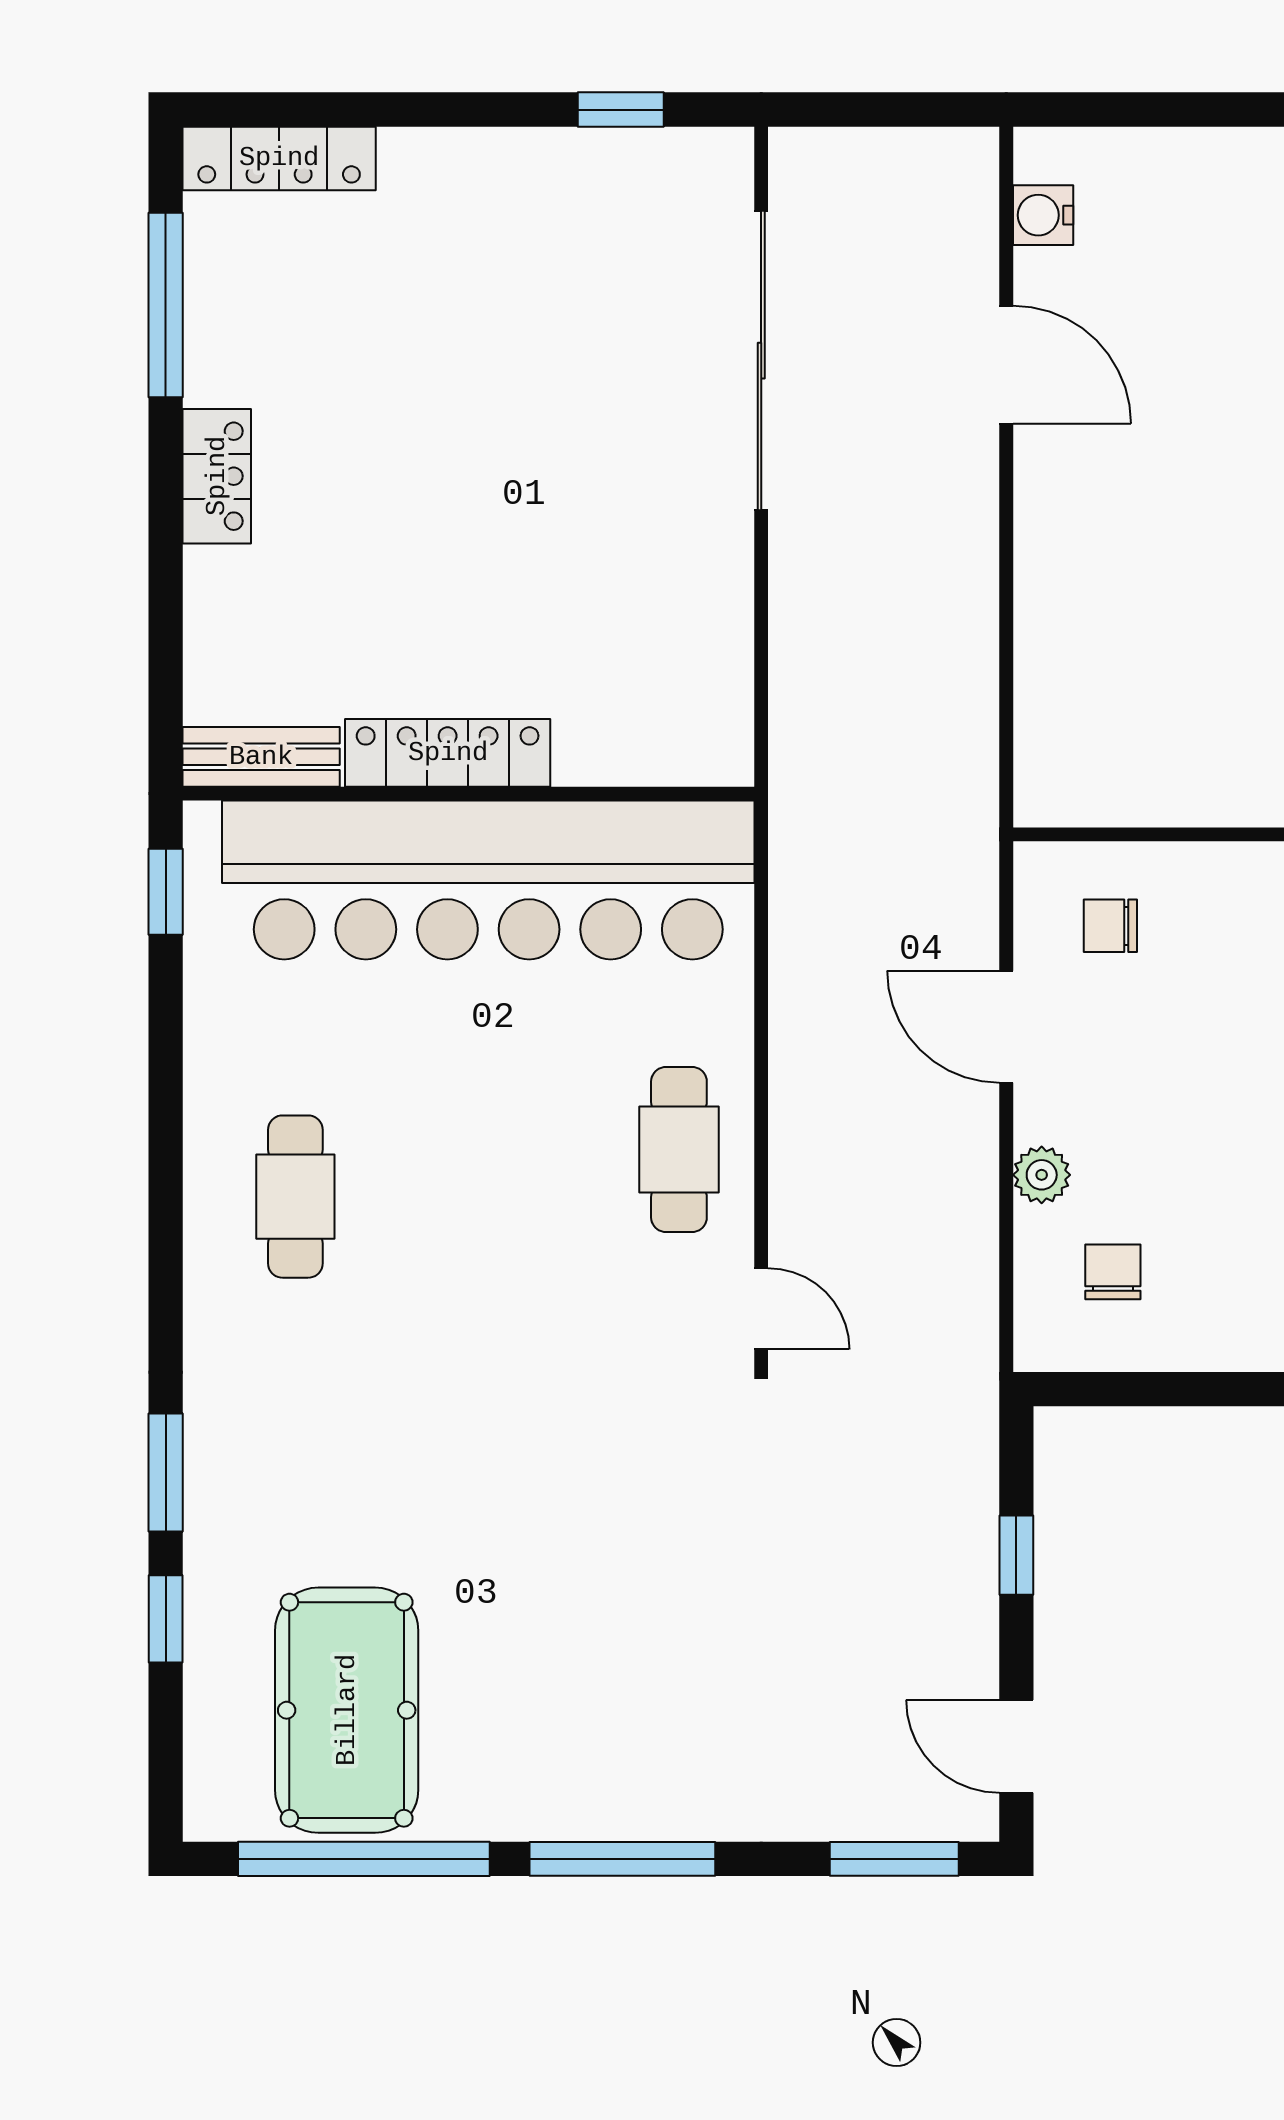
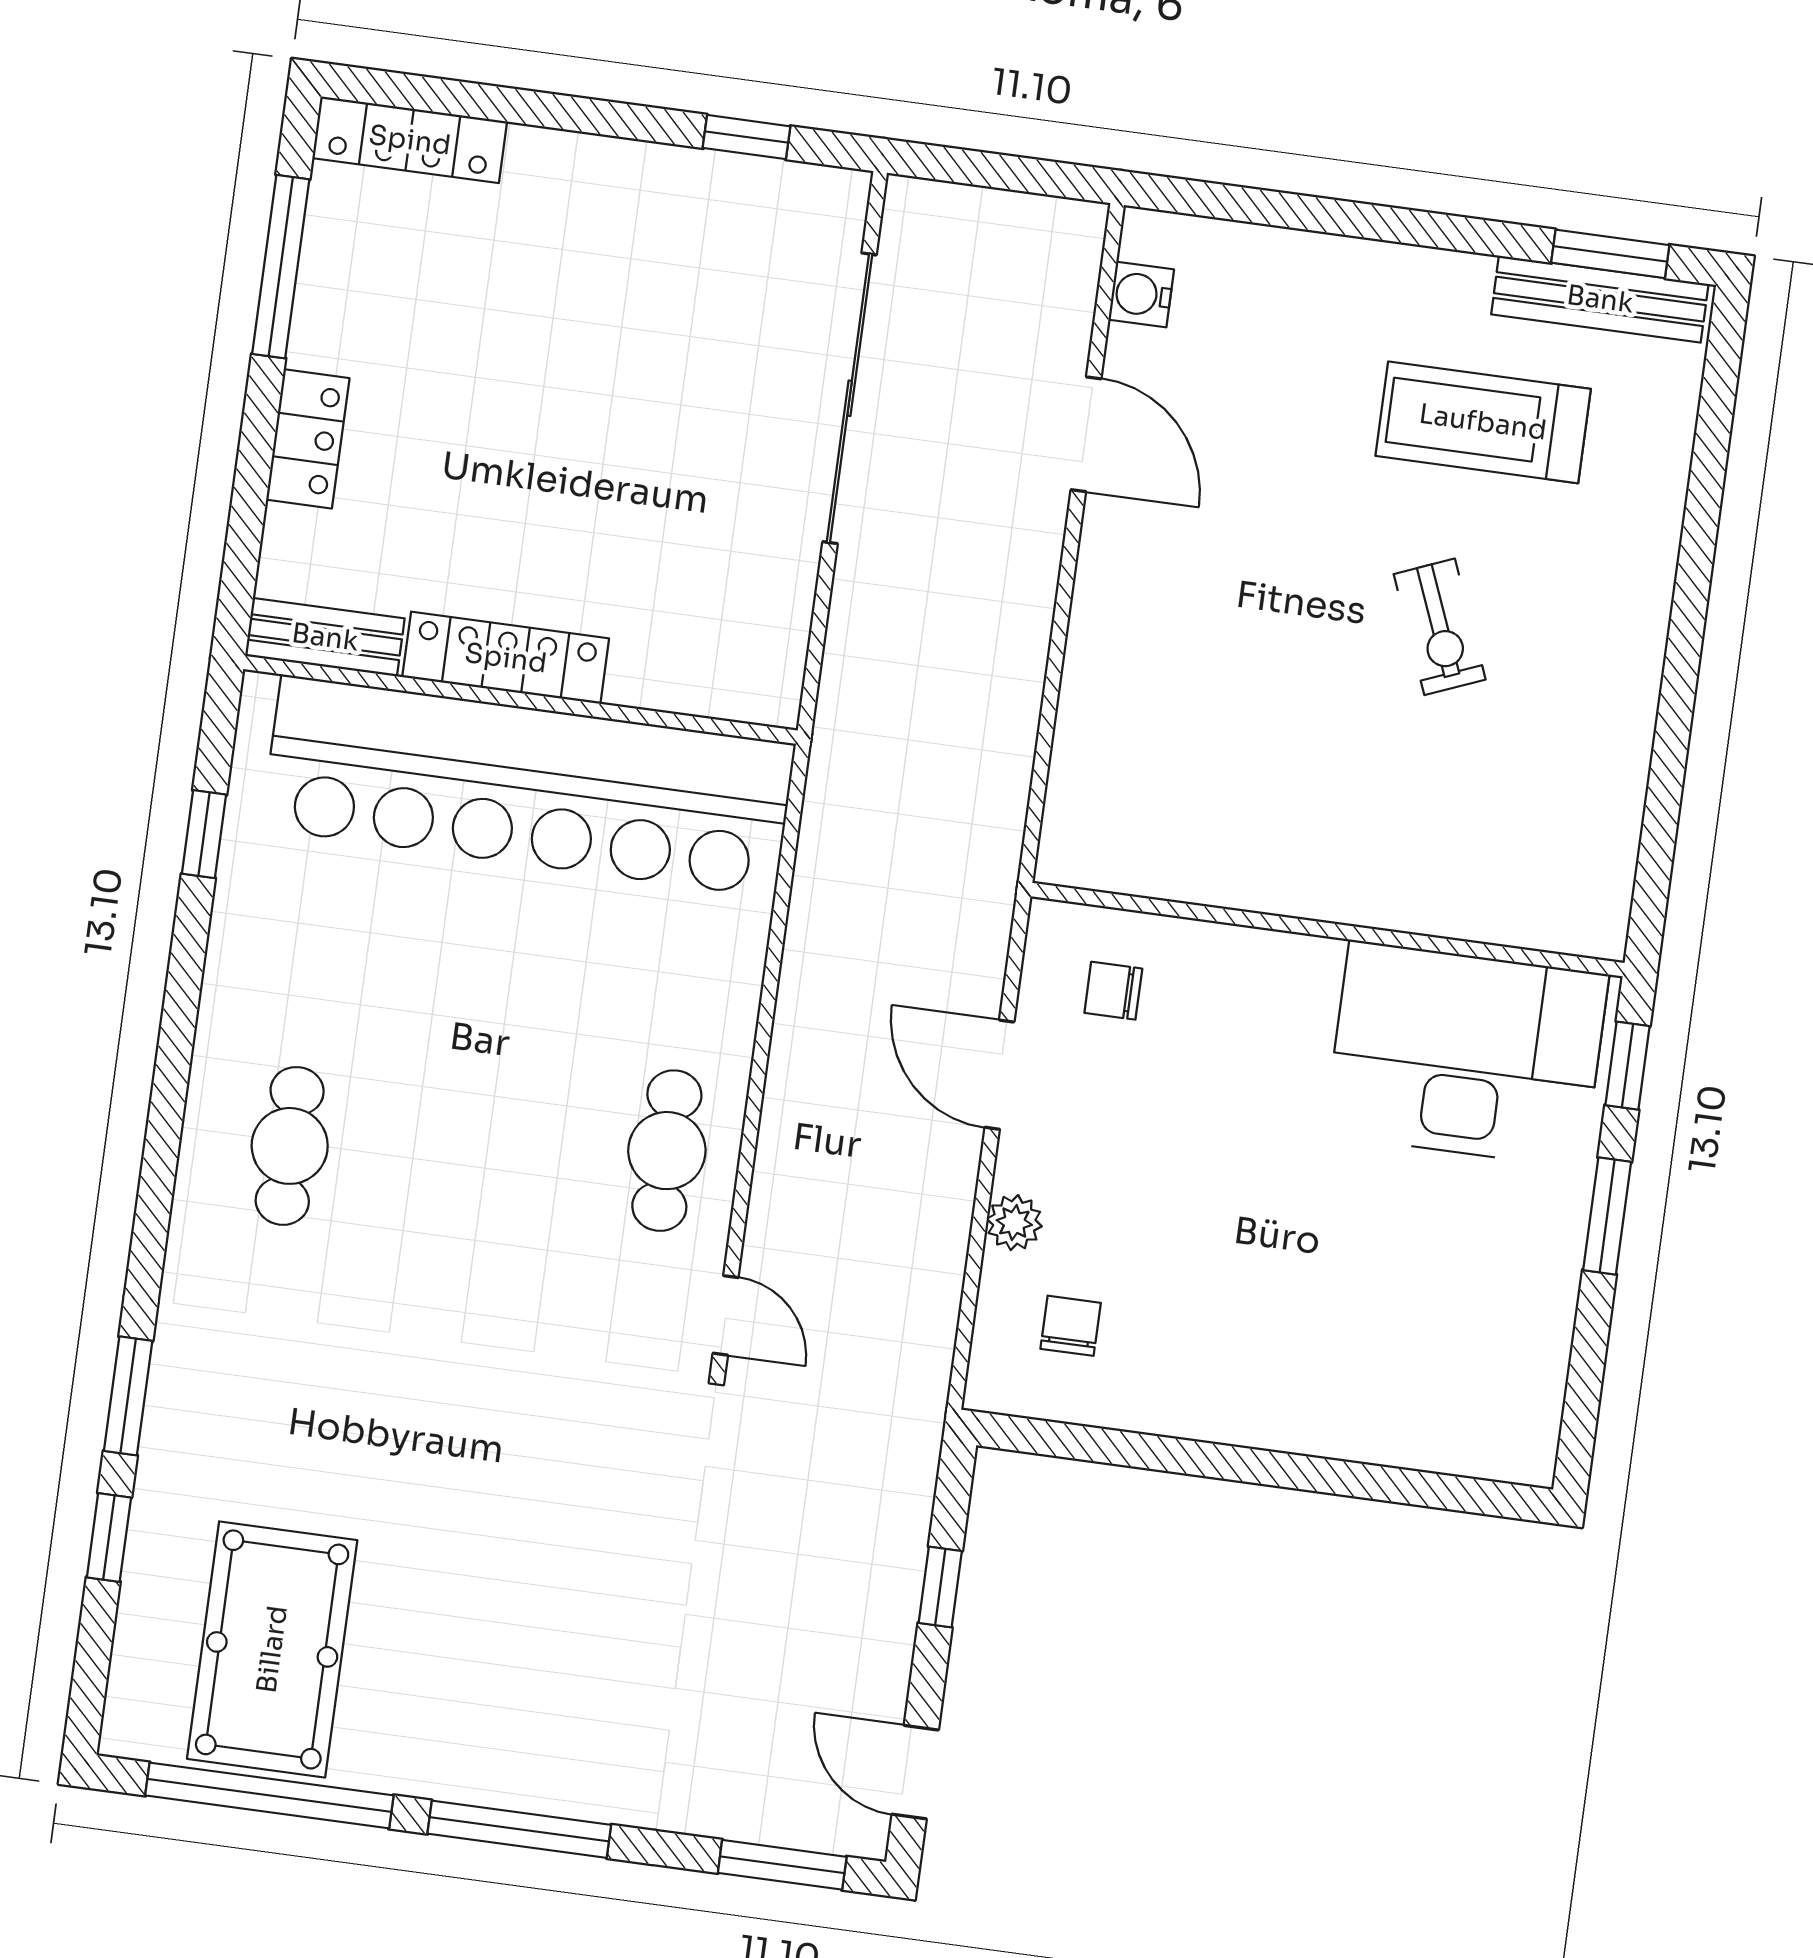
locker: (448, 753) -> (506, 658), moved
bench: (261, 757) -> (325, 637), moved
wall: (469, 794) -> (521, 700), moved
bar counter: (488, 880) -> (528, 786), moved

